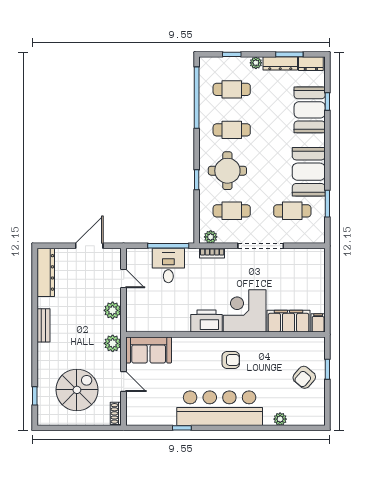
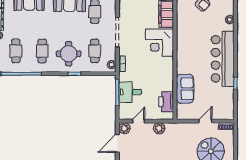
door: (89, 246) -> (117, 143), hinge flipped
printer: (207, 321) -> (166, 102), moved
plant: (113, 343) -> (124, 128), moved
sofa: (149, 350) -> (185, 89), moved
armchair: (231, 360) -> (191, 52), removed

